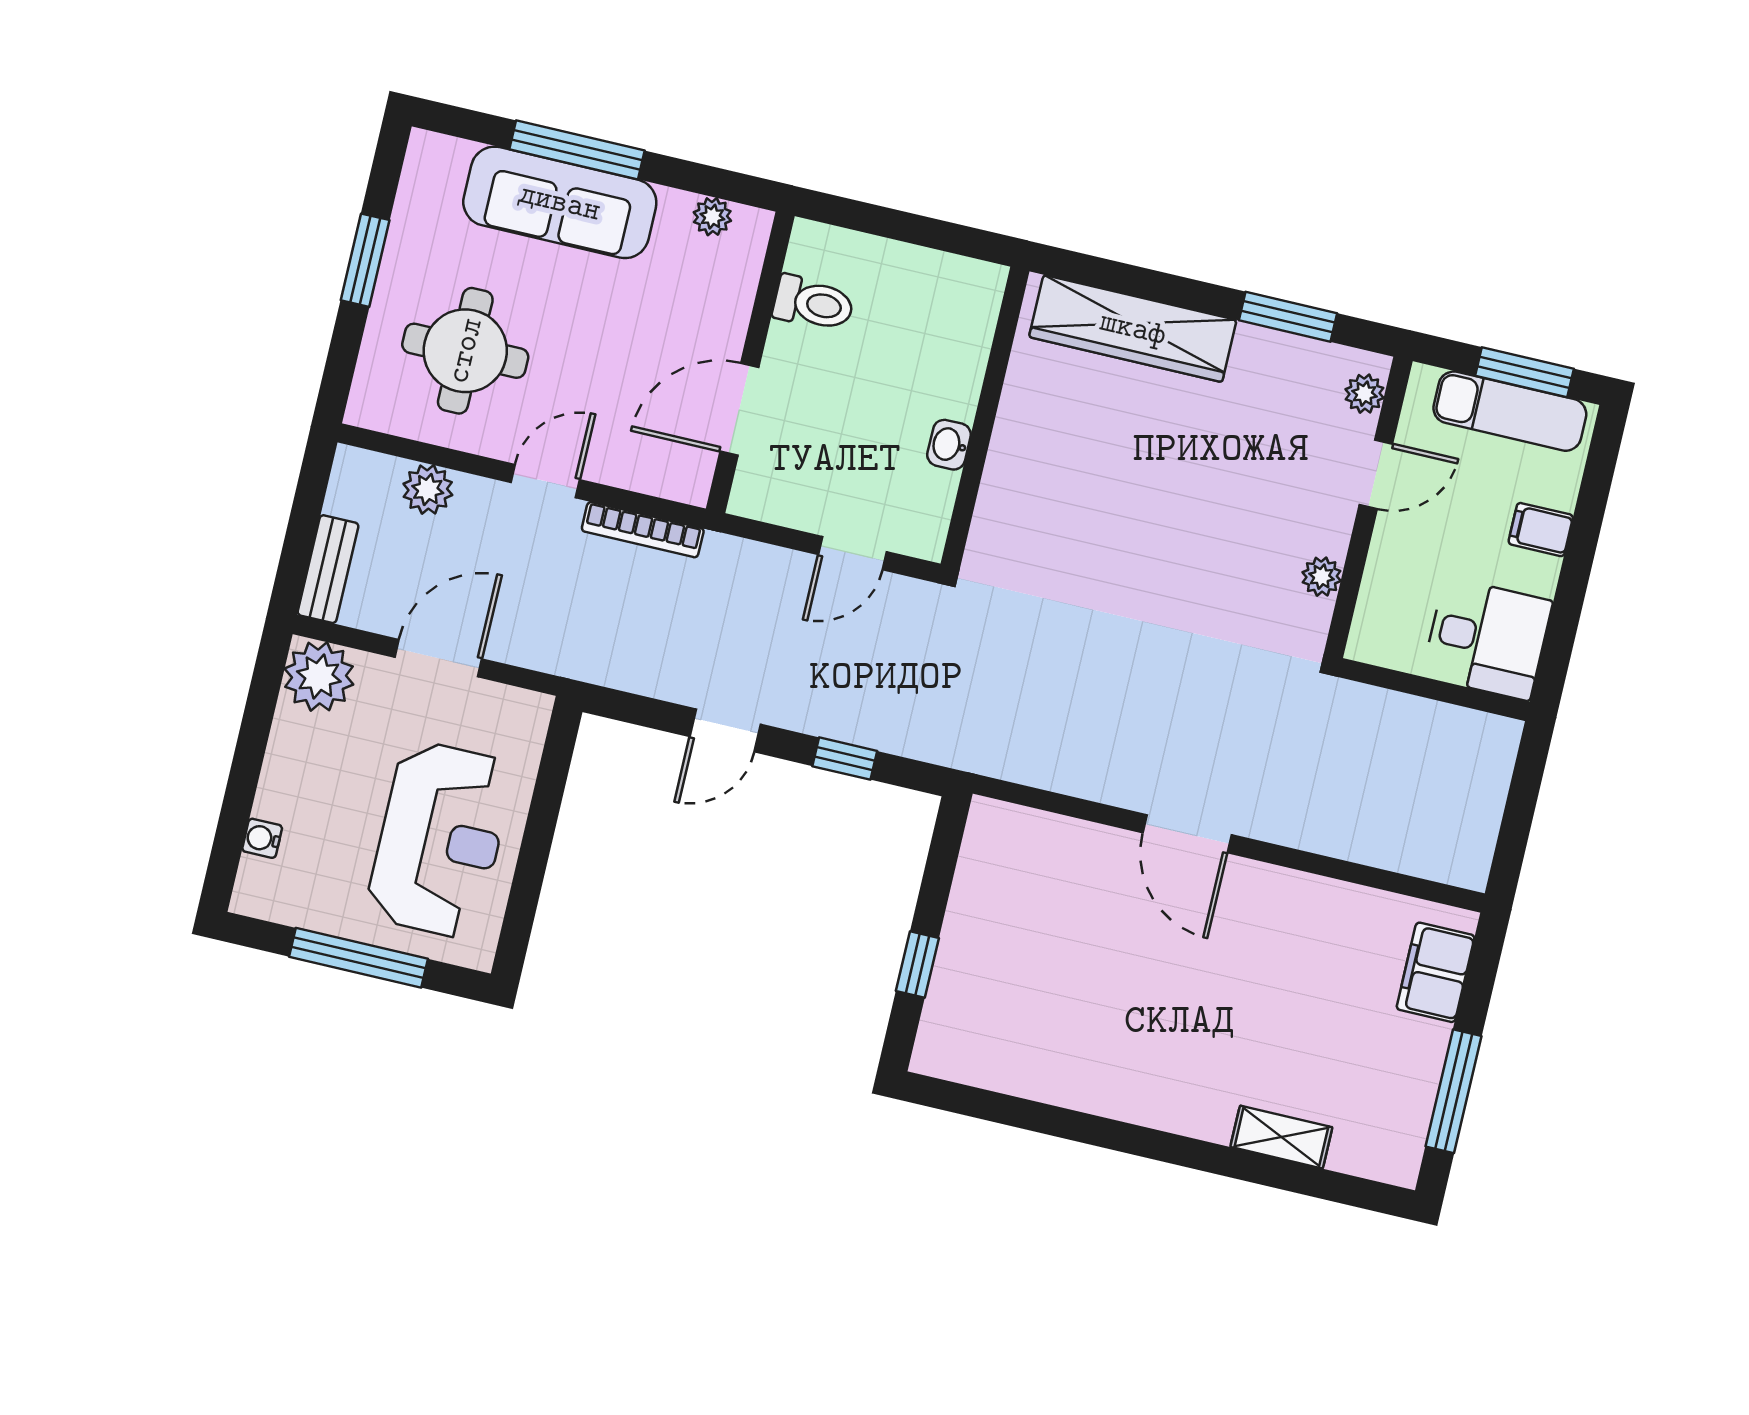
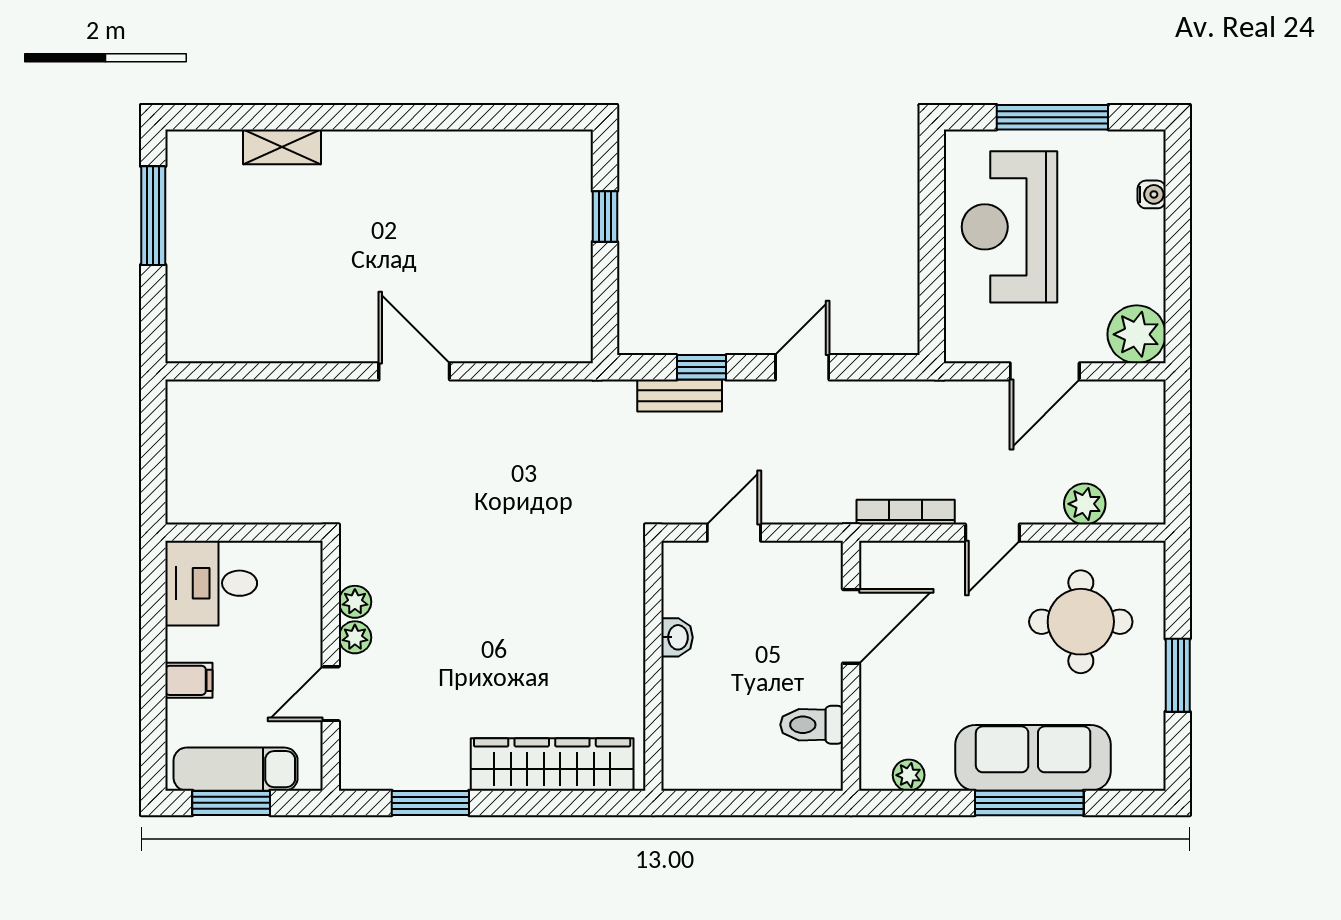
plant: (1365, 394) -> (355, 637), moved
bench: (328, 569) -> (680, 396), moved, turned 90
filing cabinet: (1436, 972) -> (190, 307), removed

